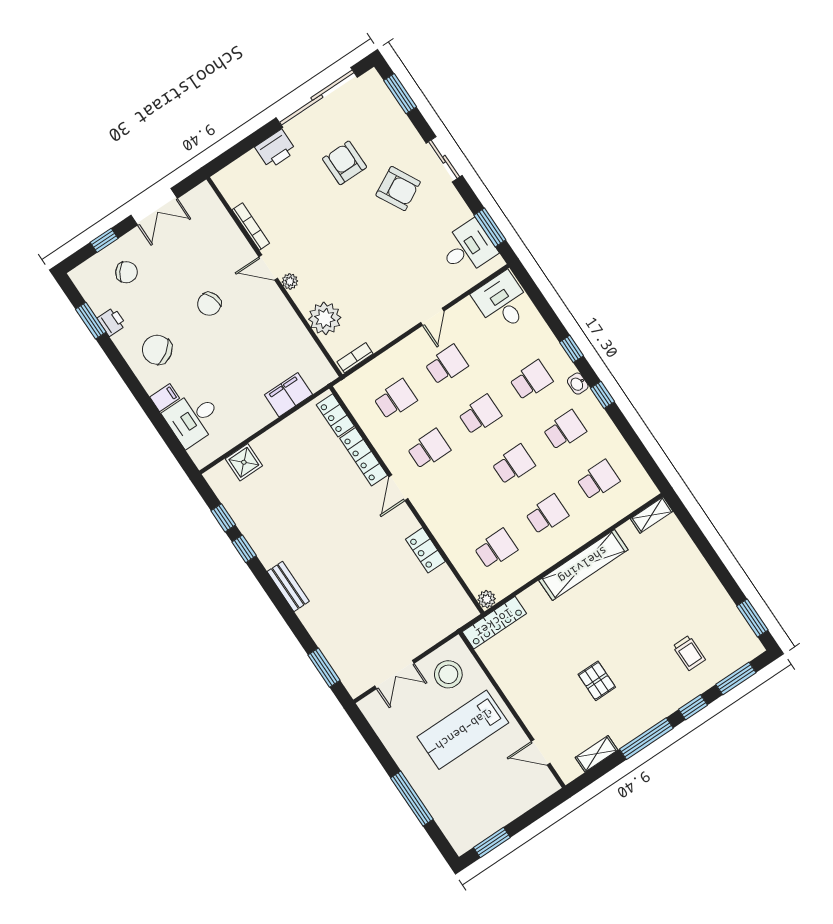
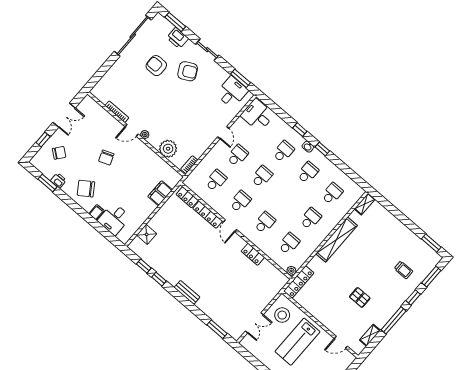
printer: (276, 149) -> (178, 38), moved, turned 90
school desk: (513, 465) -> (265, 223), moved

